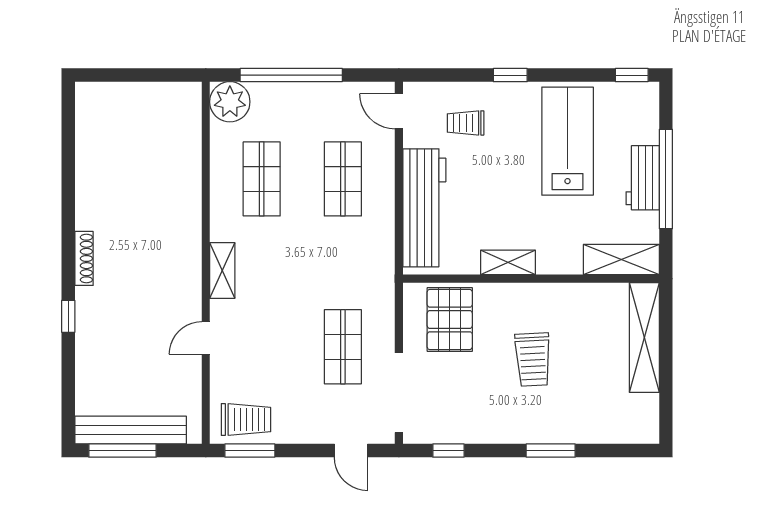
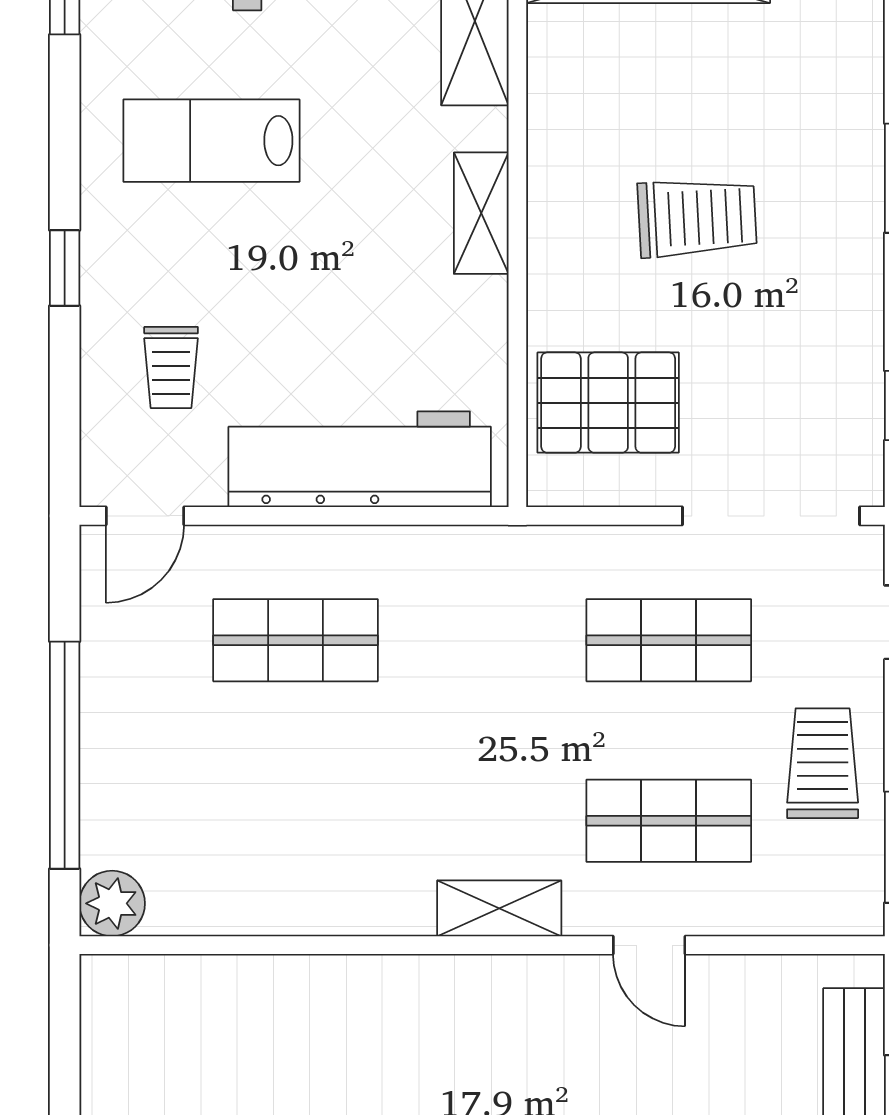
plant: (230, 102) -> (112, 903), width x0.73, depth x0.73
lab bench: (568, 141) -> (211, 141), width x0.73, depth x0.72
shop shelf: (262, 179) -> (669, 821), moved
shelving: (508, 262) -> (481, 213), moved
trolley: (246, 420) -> (823, 763), moved

